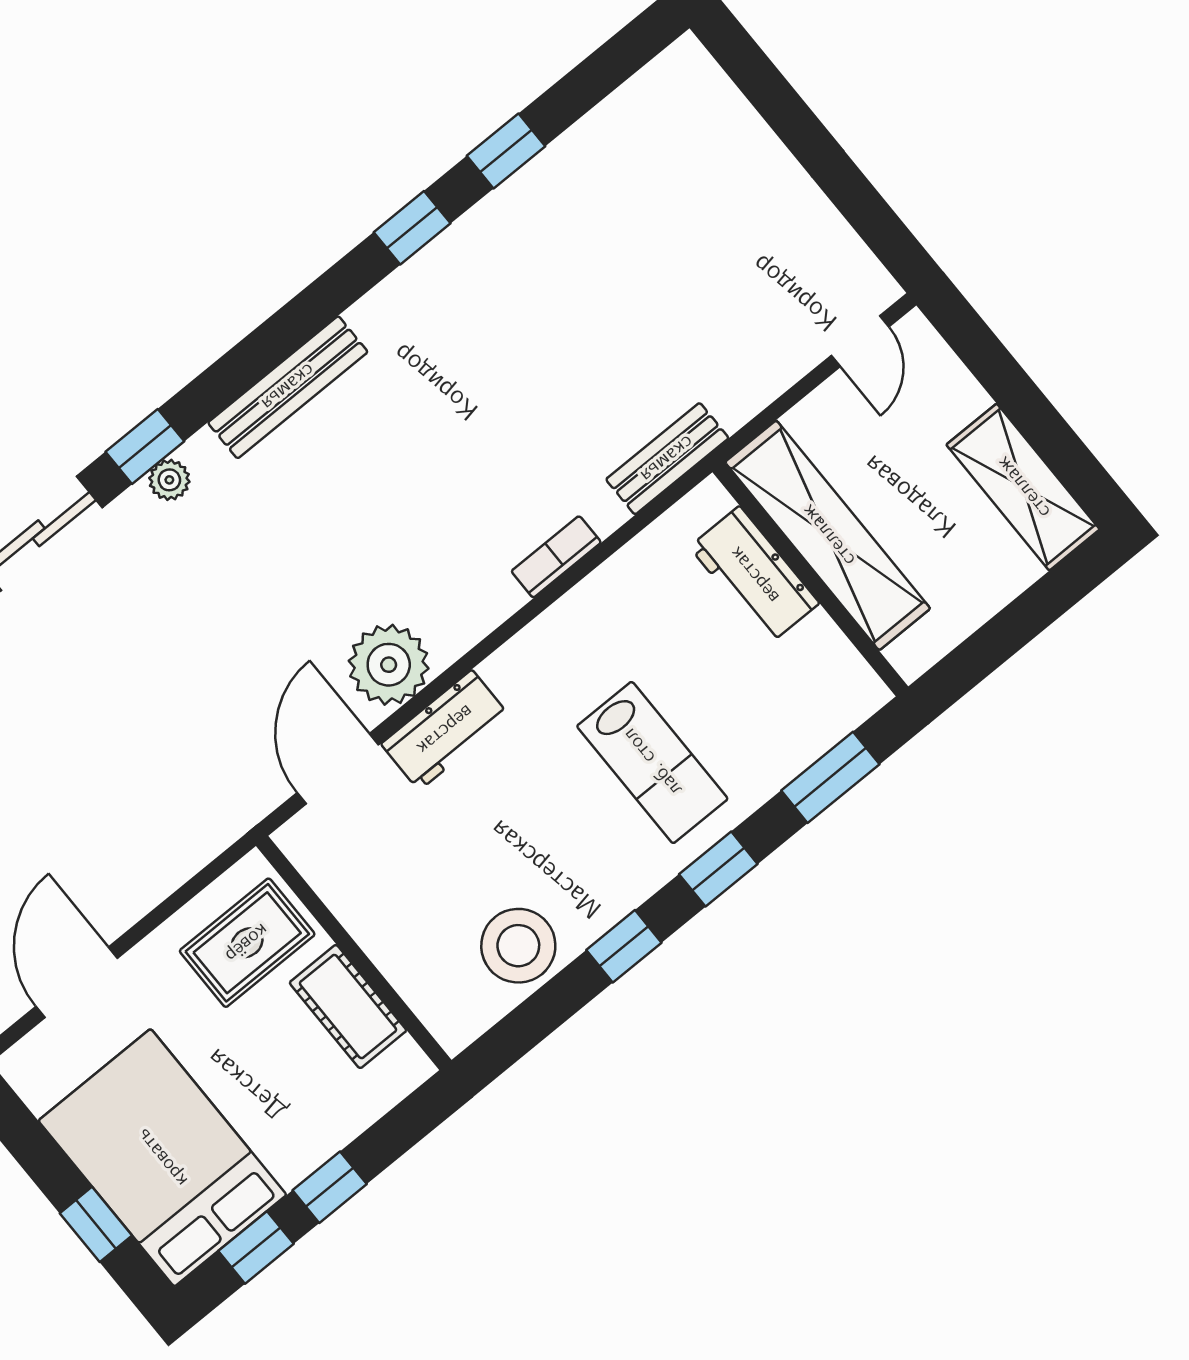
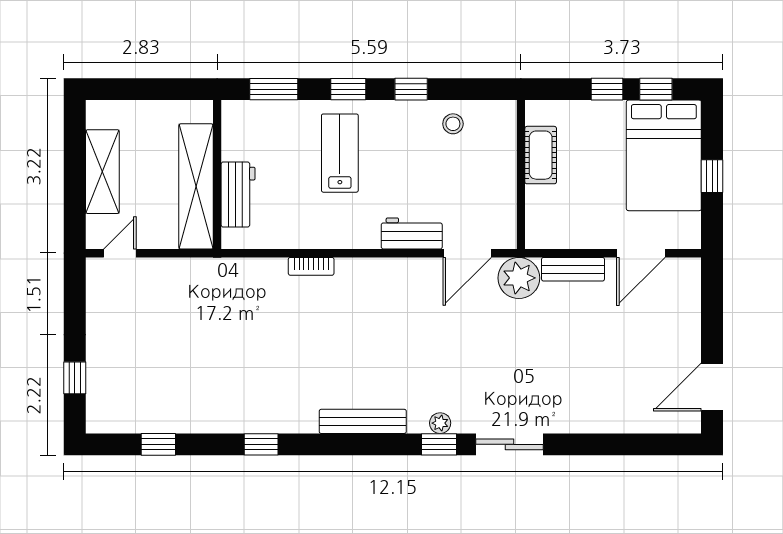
window: (774, 98) -> (75, 378), added
window: (506, 151) -> (158, 444), moved
bench: (667, 459) -> (573, 269), moved
shelving: (1023, 487) -> (102, 172), moved
plant: (389, 665) -> (519, 278), moved
rug: (247, 943) -> (560, 213), removed
stool: (518, 946) -> (453, 124), width x0.53, depth x0.53
window: (96, 1224) -> (712, 176), moved

